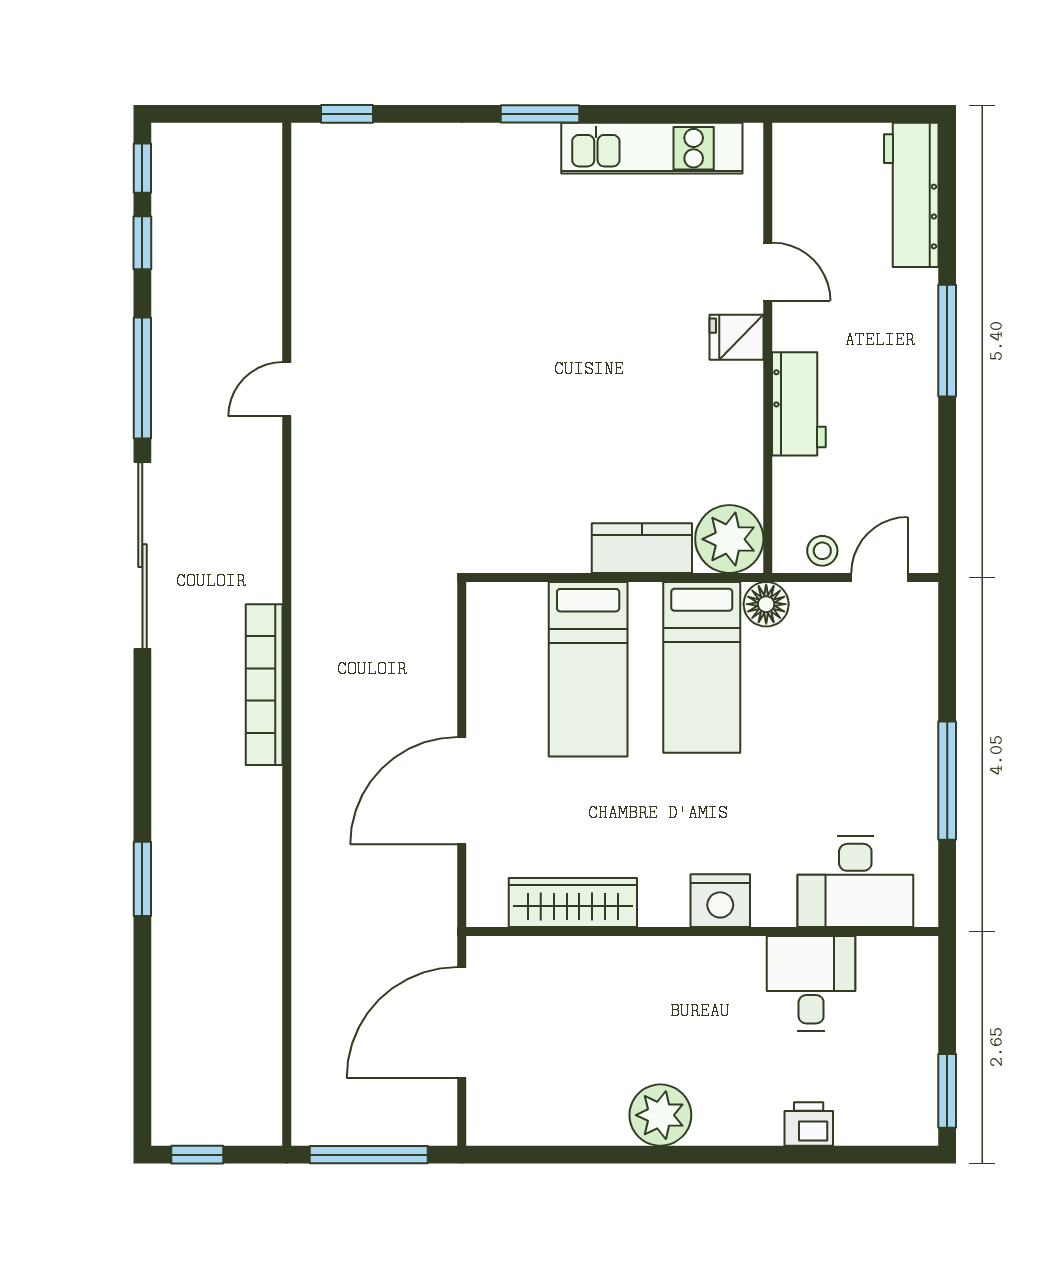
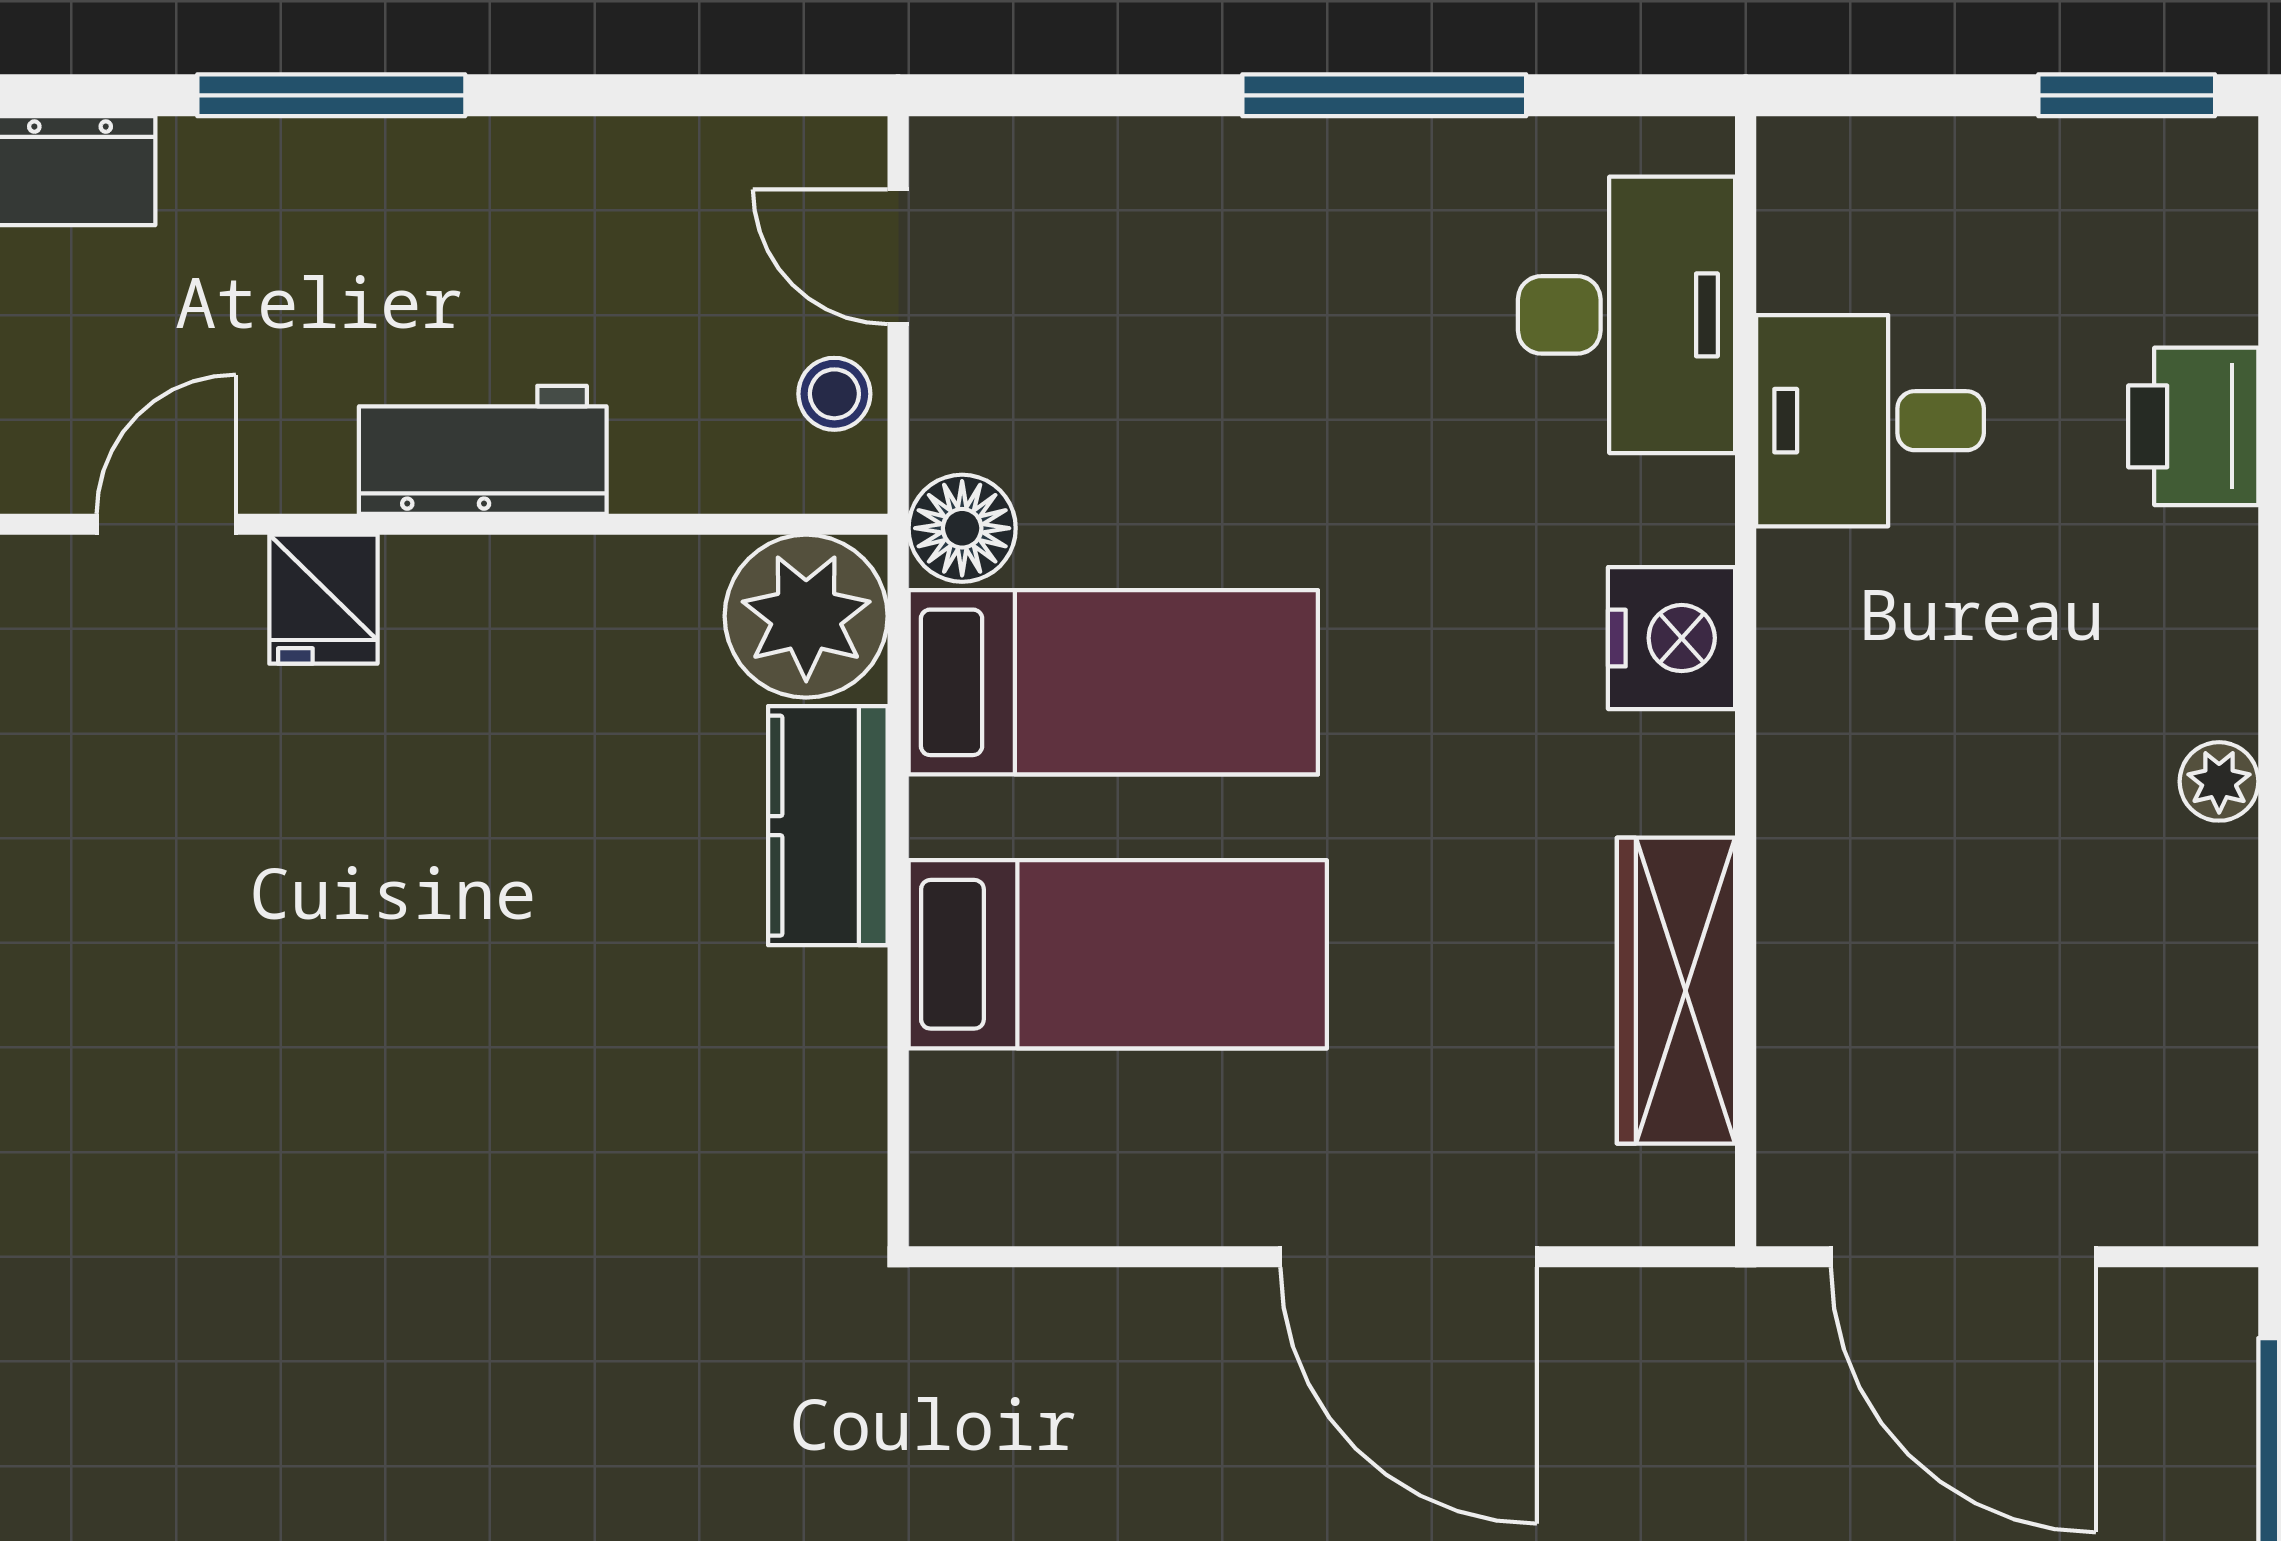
plant: (660, 1115) -> (2219, 781), width x0.53, depth x0.53
printer: (809, 1124) -> (2193, 426), width x1.36, depth x1.24

